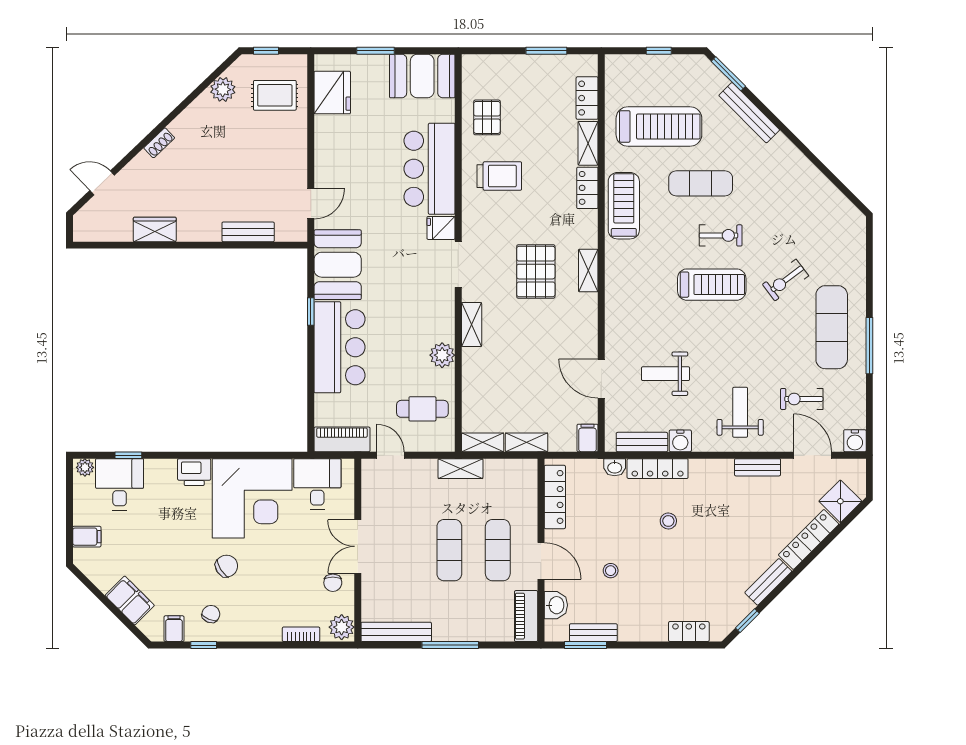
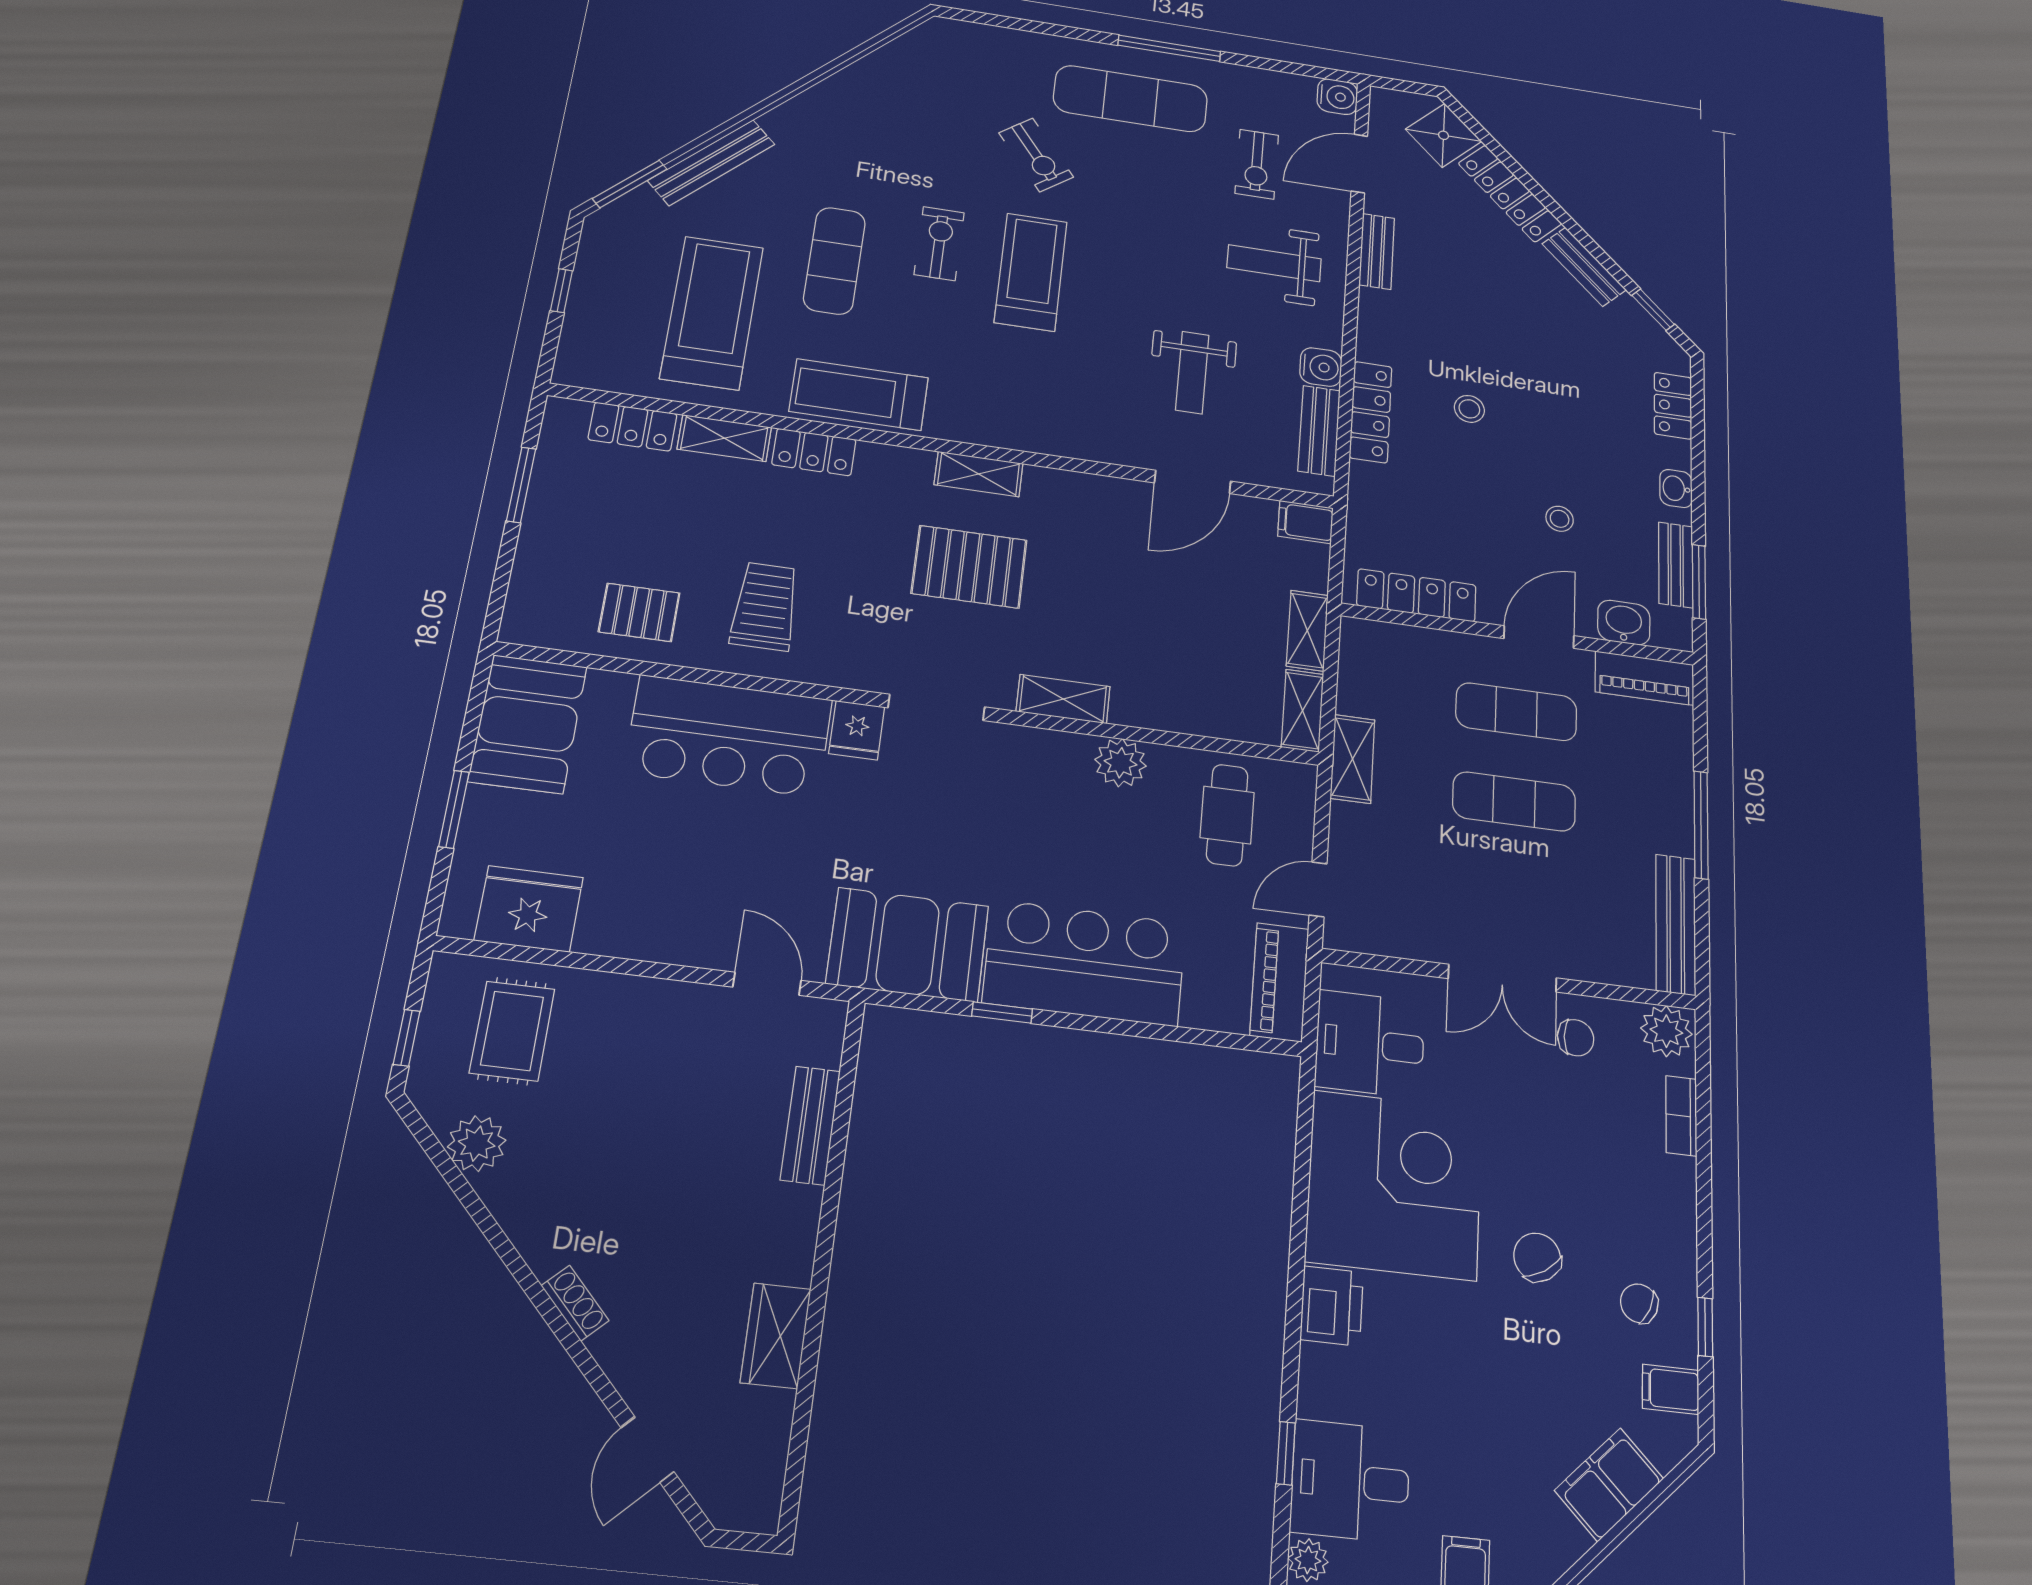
washbasin: (615, 467) -> (1676, 489), moved, turned 180

